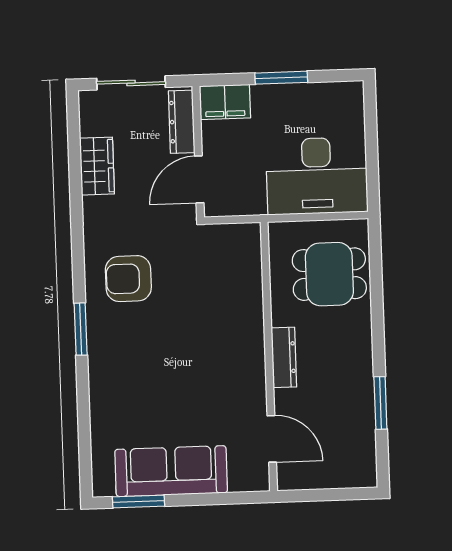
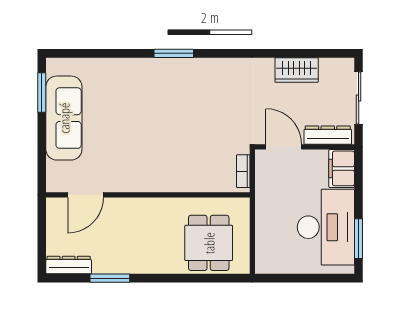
window: (281, 78) -> (359, 239), moved
desk: (317, 176) -> (326, 227), moved, turned 180
bookcase: (233, 232) -> (243, 171), added
armchair: (128, 279) -> (211, 91), removed
dresser: (284, 357) -> (69, 265), moved, turned 180

